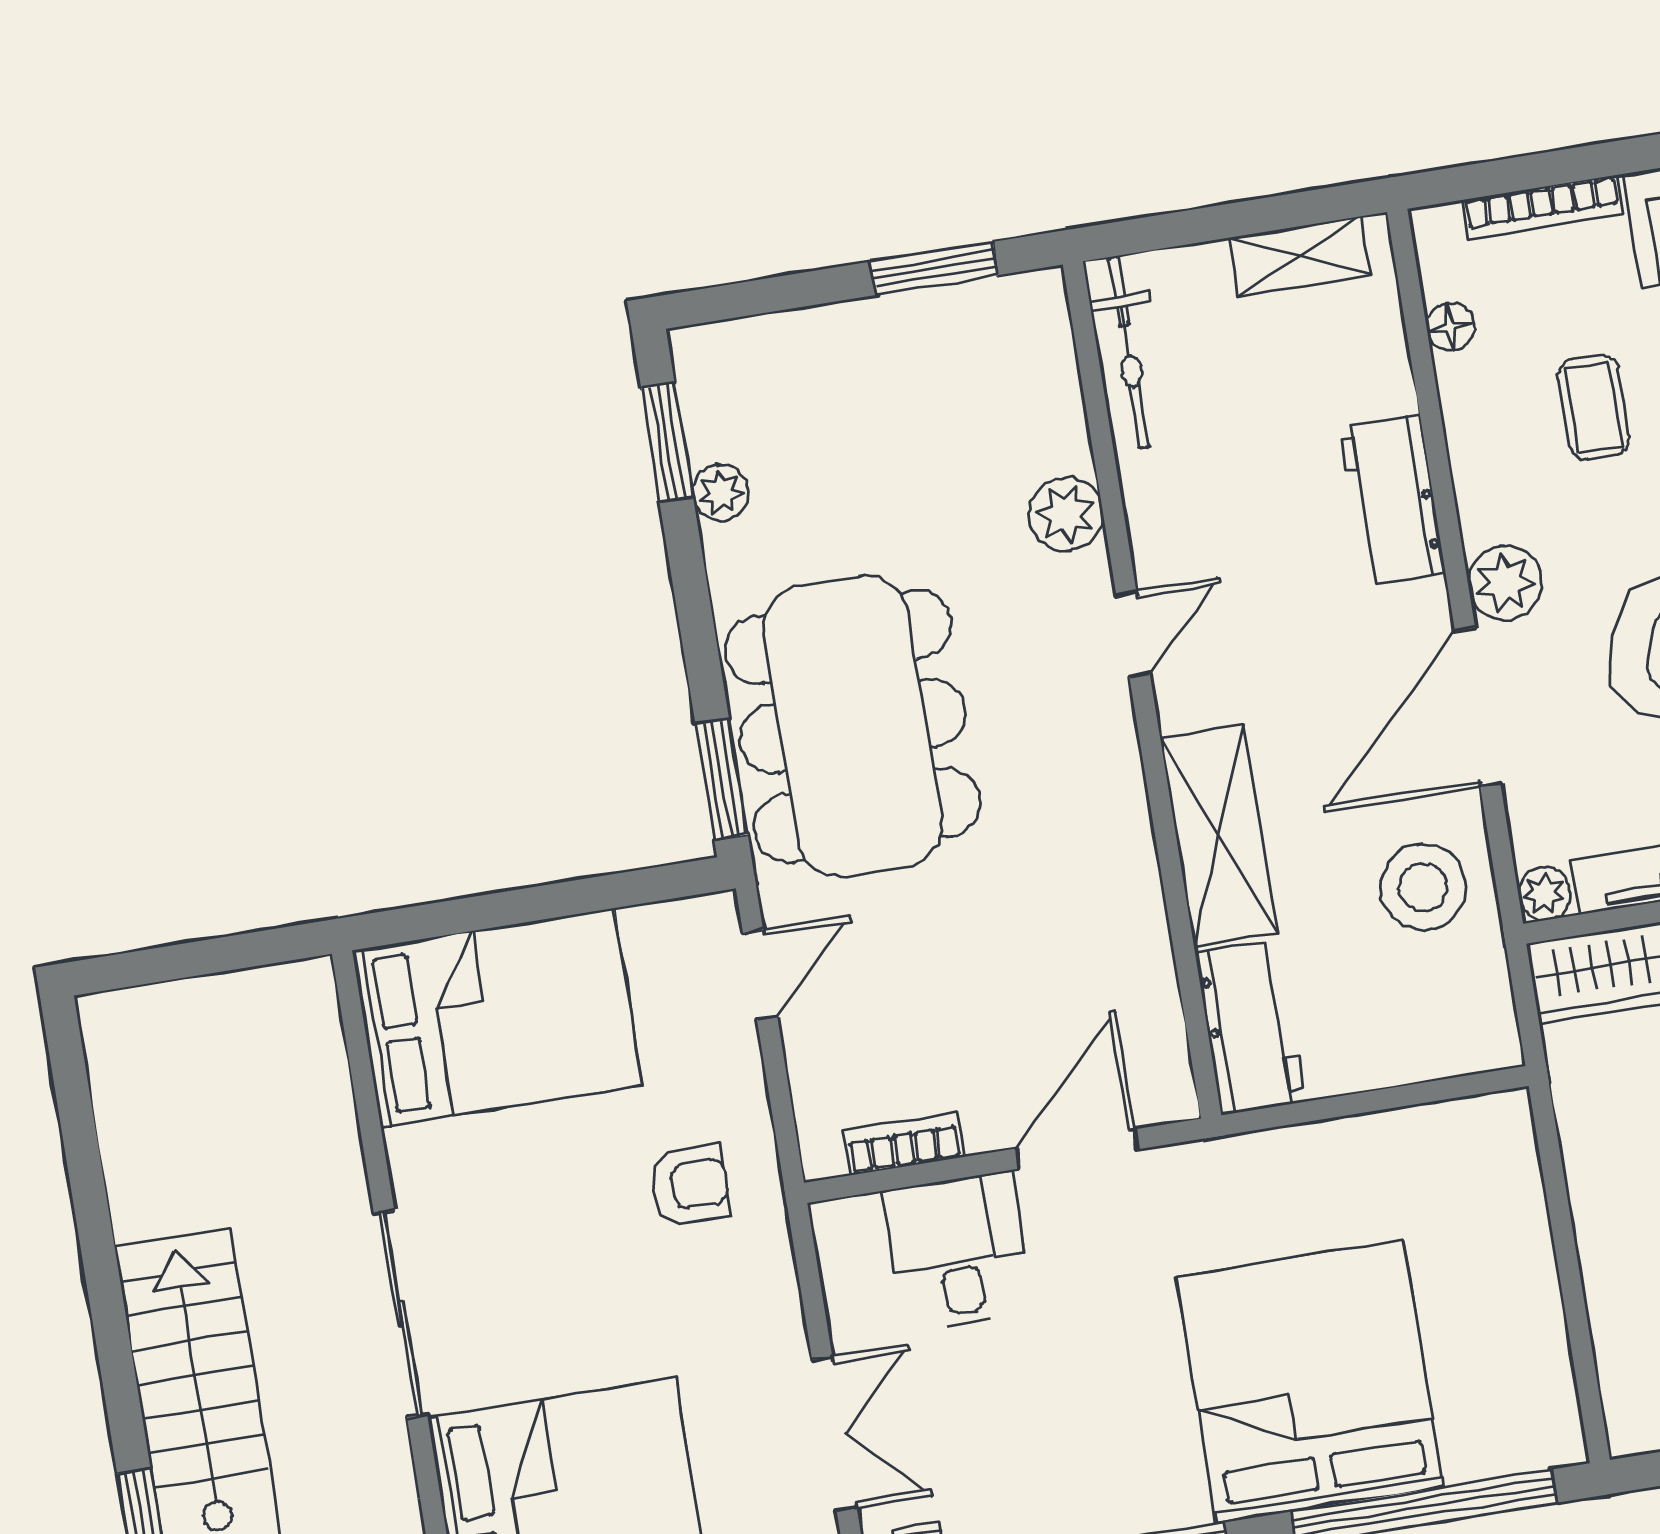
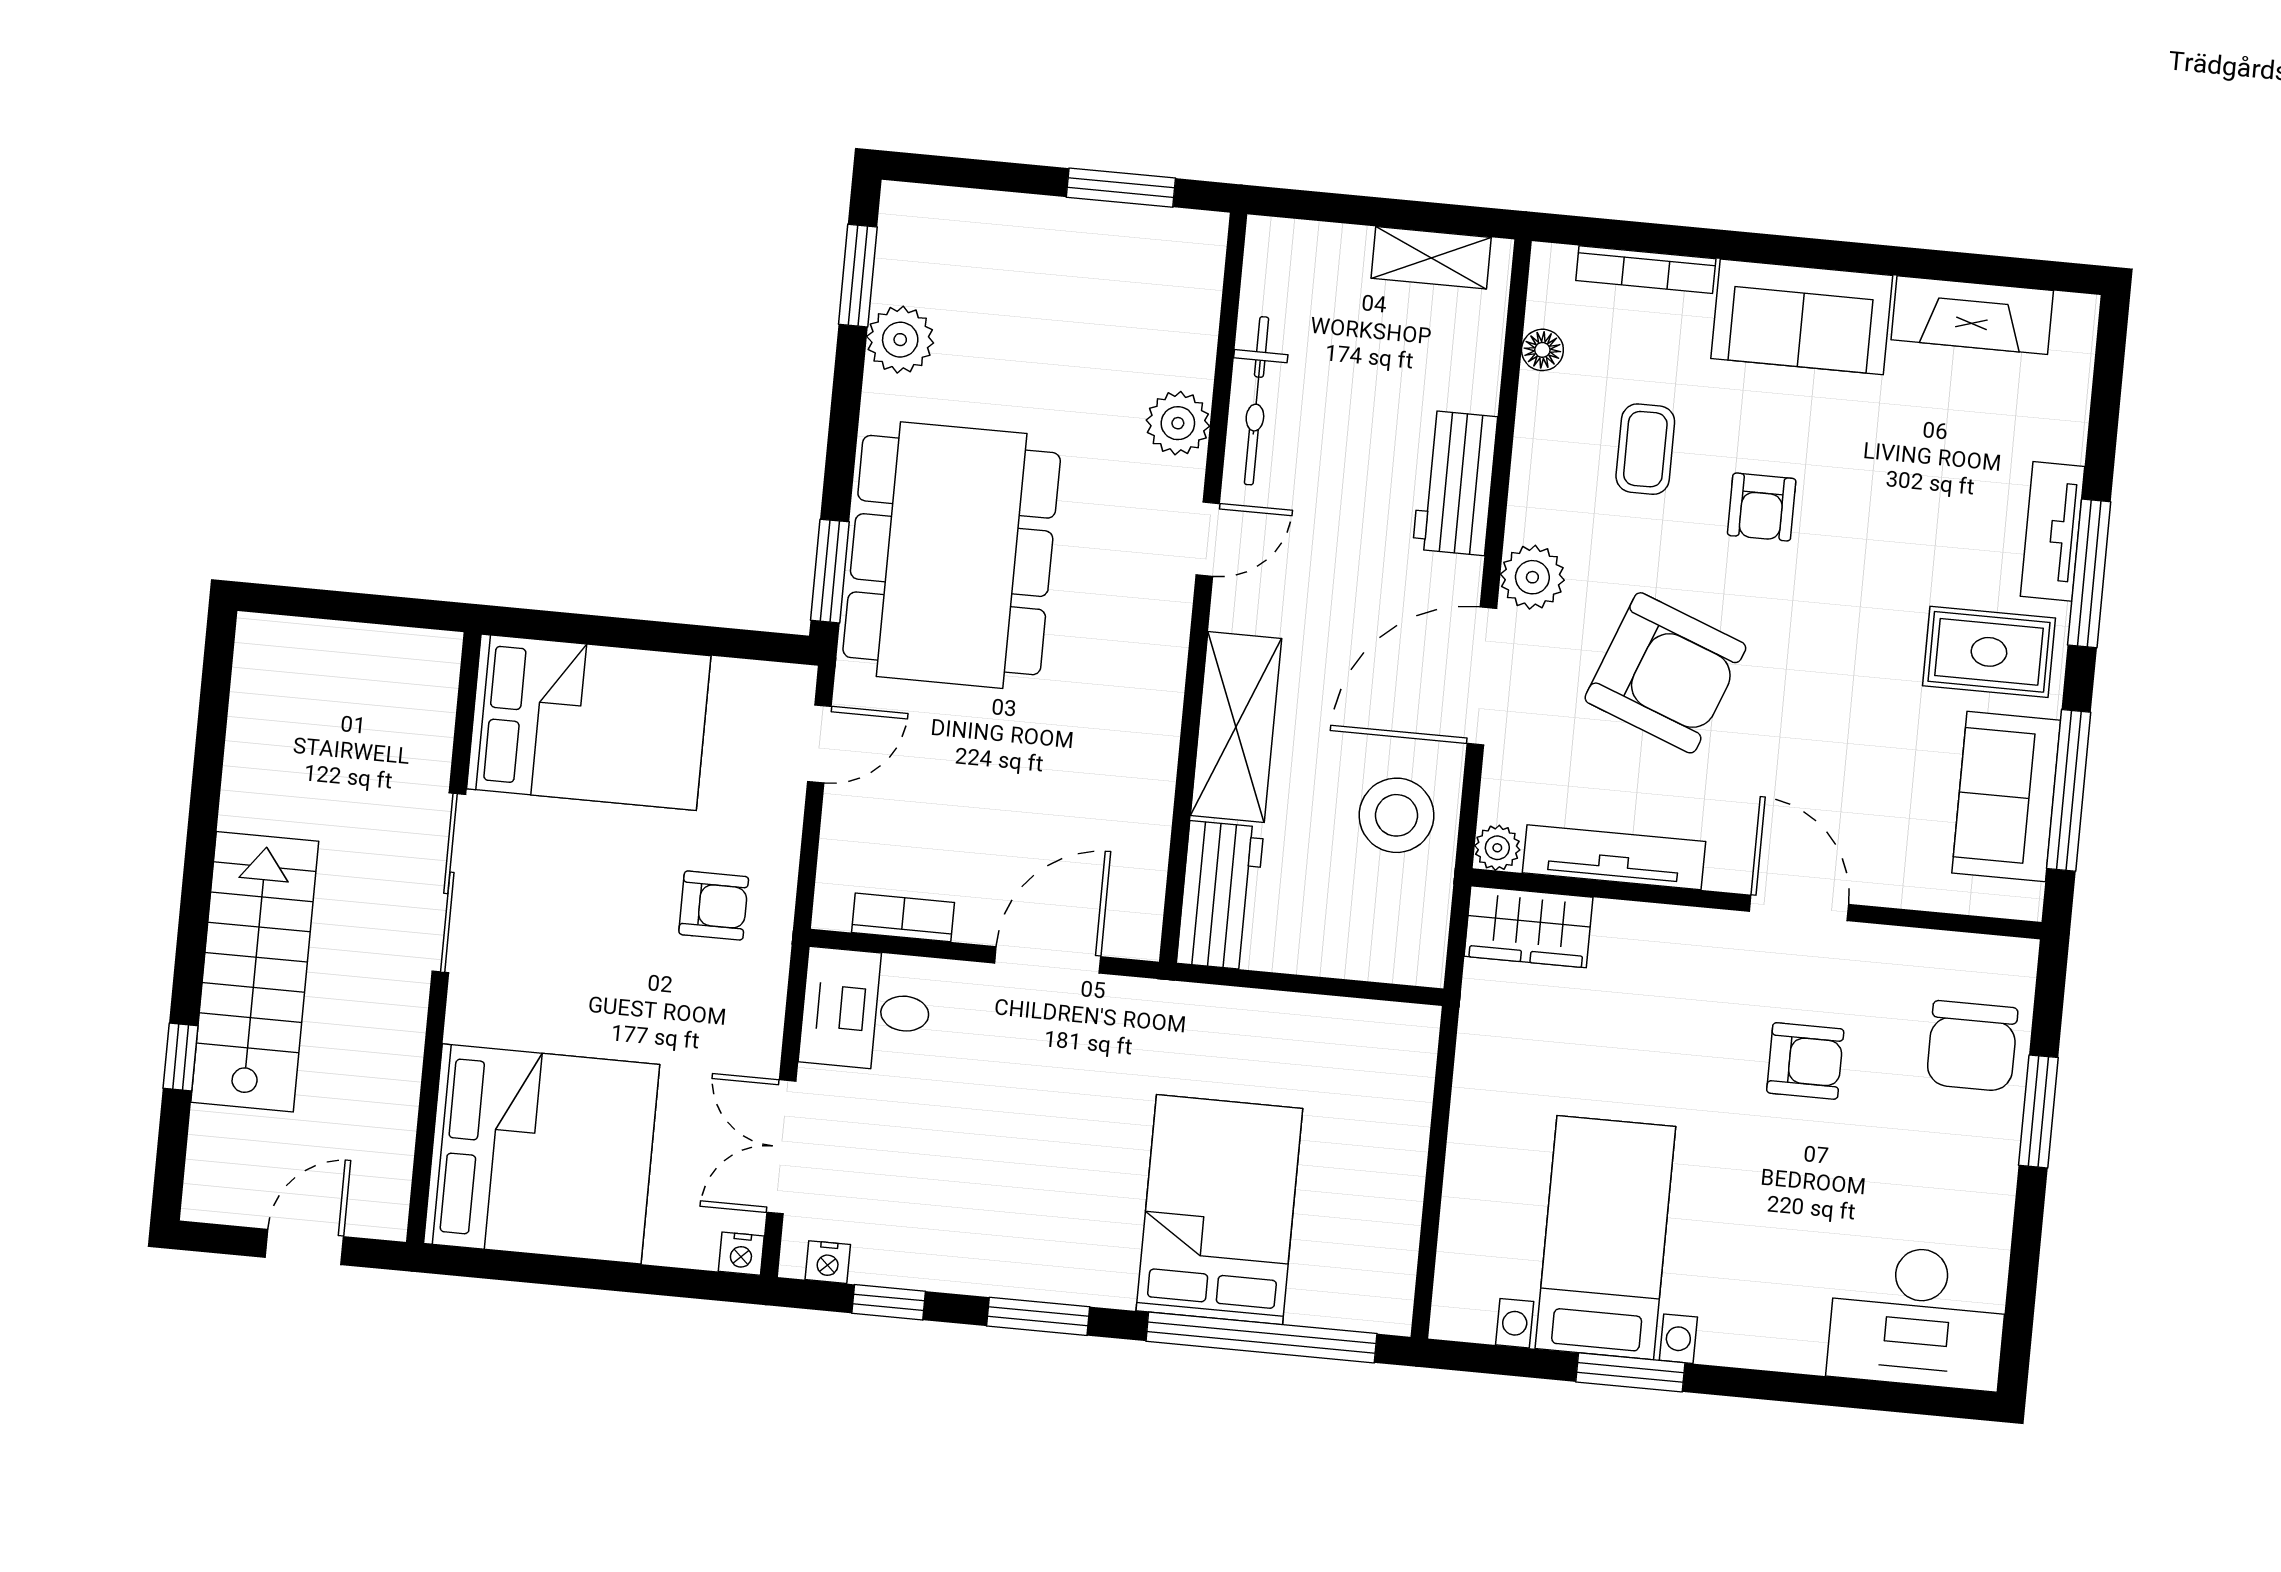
bicycle: (1129, 352) -> (1257, 401), moved
plant: (721, 493) -> (900, 340), width x1.38, depth x1.38
desk: (958, 1252) -> (866, 1010), moved, turned -90
sliding door: (401, 1314) -> (449, 883), moved
bed: (1310, 1382) -> (1219, 1210), width x0.73
double door: (834, 1434) -> (781, 1147), swing flipped

